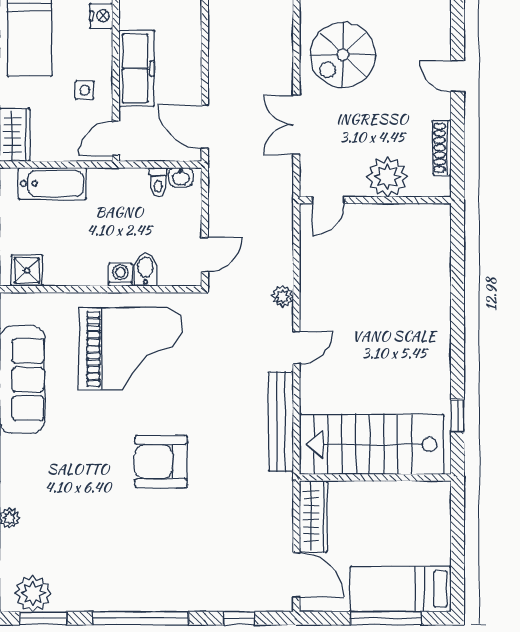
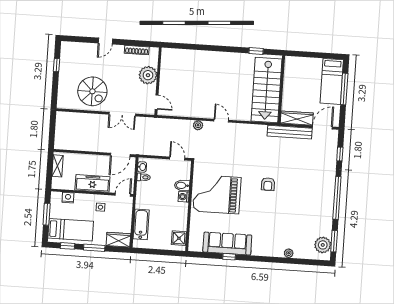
door: (116, 138) -> (123, 195), swing flipped
grand piano: (131, 349) -> (217, 194), turned -90
bench: (281, 422) -> (290, 132), moved
armchair: (161, 462) -> (268, 184), width x0.53, depth x0.53

